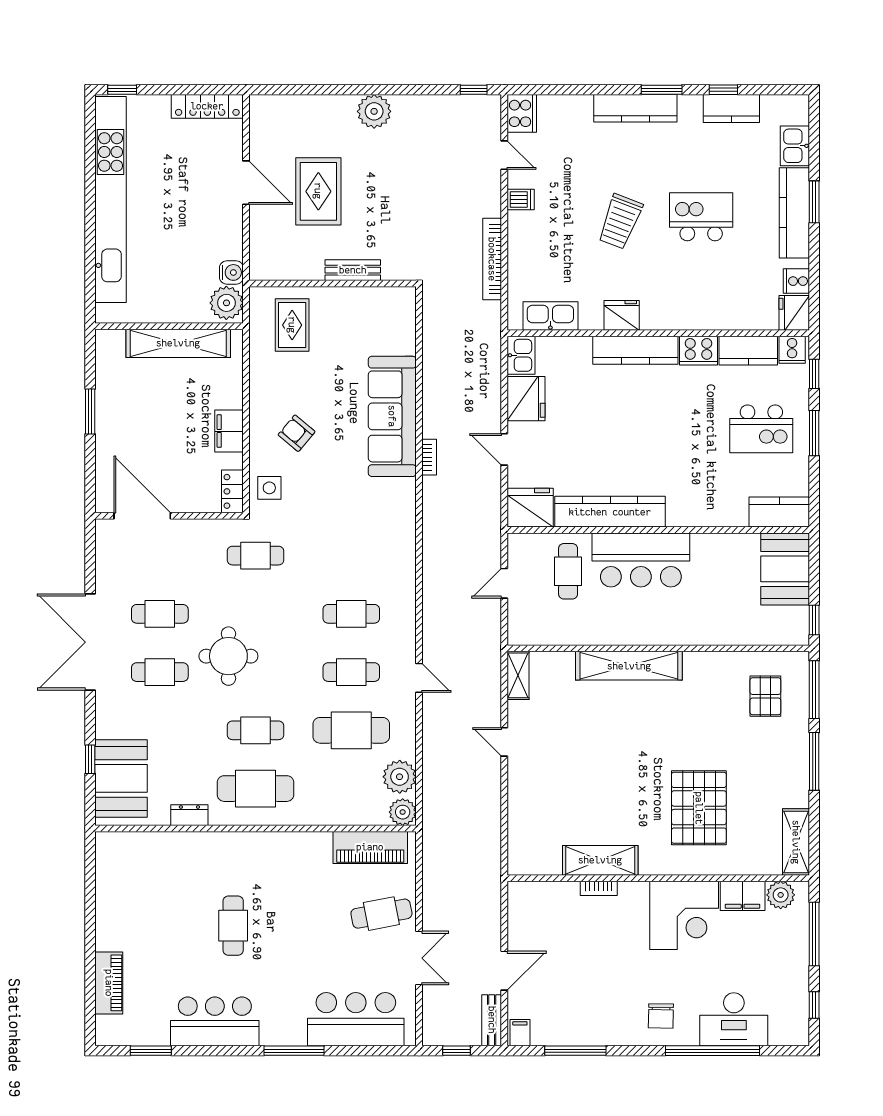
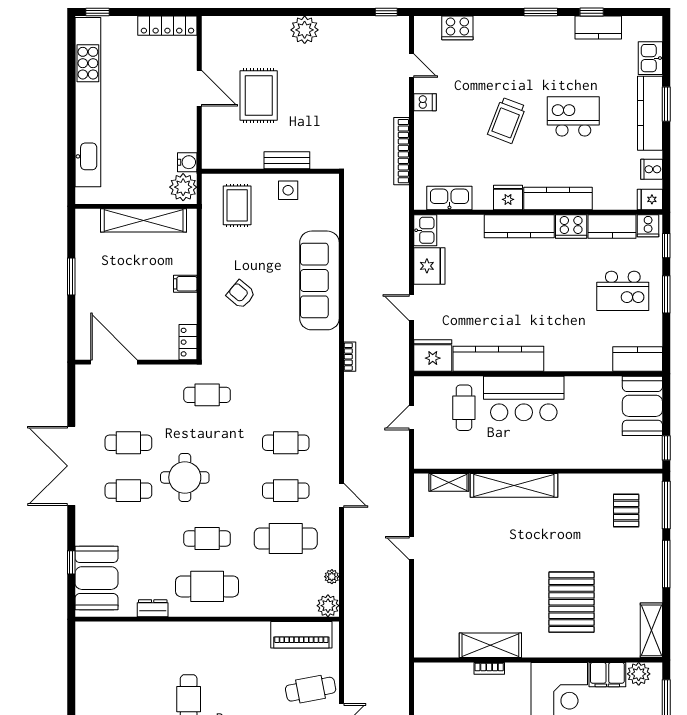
kitchen counter: (635, 108) -> (558, 198), moved, turned 180
cooker: (522, 113) -> (457, 28), moved, turned 90
fridge: (794, 313) -> (650, 199), width x0.72
filing cabinet: (229, 431) -> (185, 284), width x0.50
bookcase: (429, 457) -> (350, 357), moved
side table: (269, 488) -> (288, 190), moved
shelving: (518, 675) -> (449, 482), moved, turned 90
plant: (400, 777) -> (332, 577), width x0.53, depth x0.53

